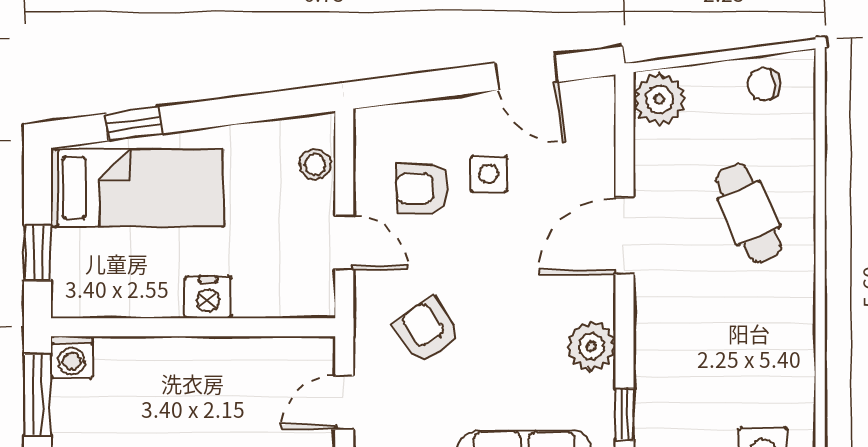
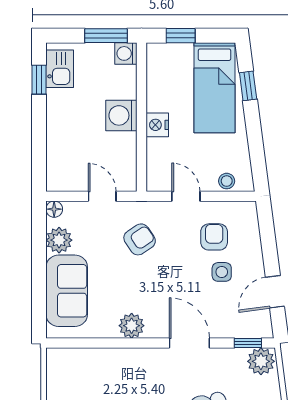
door: (344, 242) -> (186, 196), swing flipped
washing machine: (190, 366) -> (121, 115), added
window: (624, 414) -> (248, 343), moved

